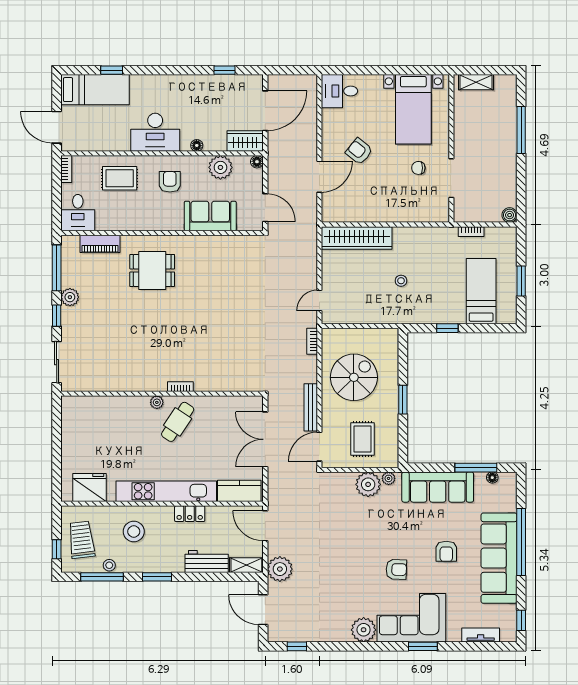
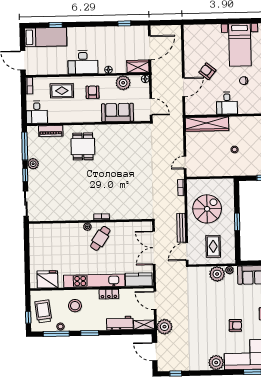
desk: (339, 91) -> (227, 103), moved, turned -90
dining table: (152, 270) -> (83, 146), turned 90

